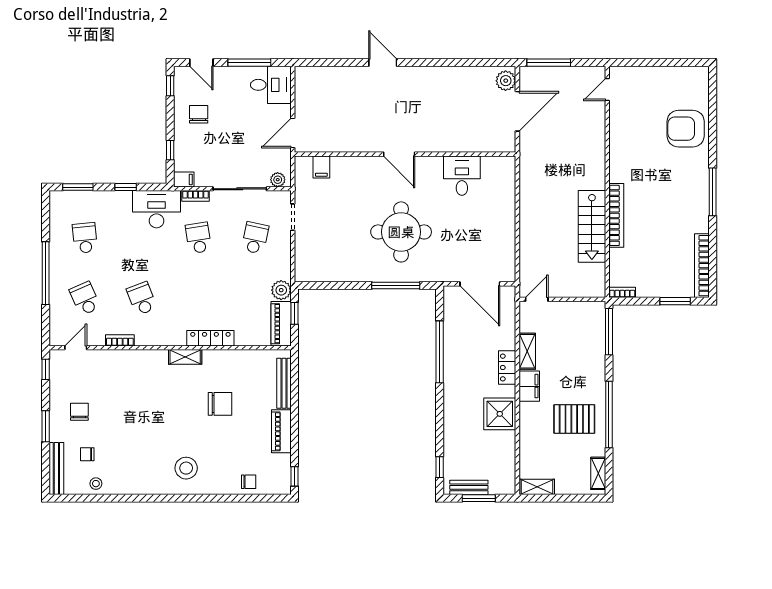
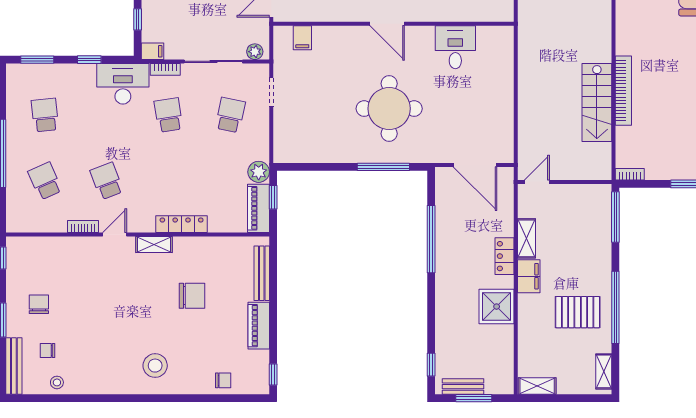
door: (76, 348) -> (115, 235), moved

